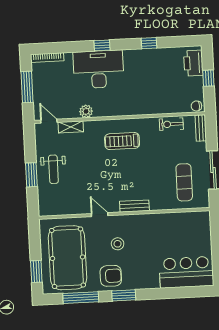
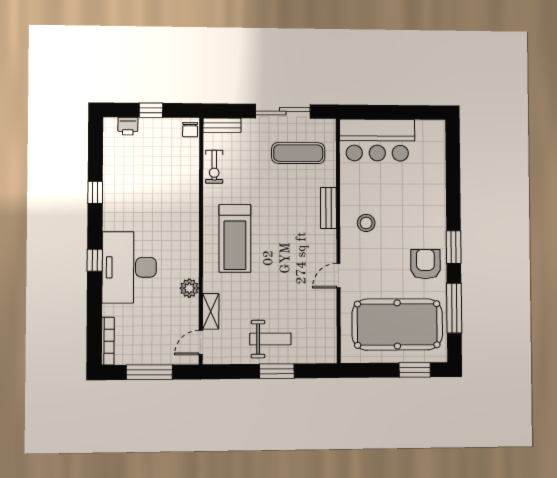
printer: (193, 63) -> (128, 126), width x0.53, depth x0.68
treadmill: (122, 141) -> (235, 238), width x1.37, depth x1.38
bench: (134, 206) -> (328, 208), moved
stool: (118, 244) -> (366, 223), moved
bar counter: (186, 272) -> (377, 140), moved, turned -90

